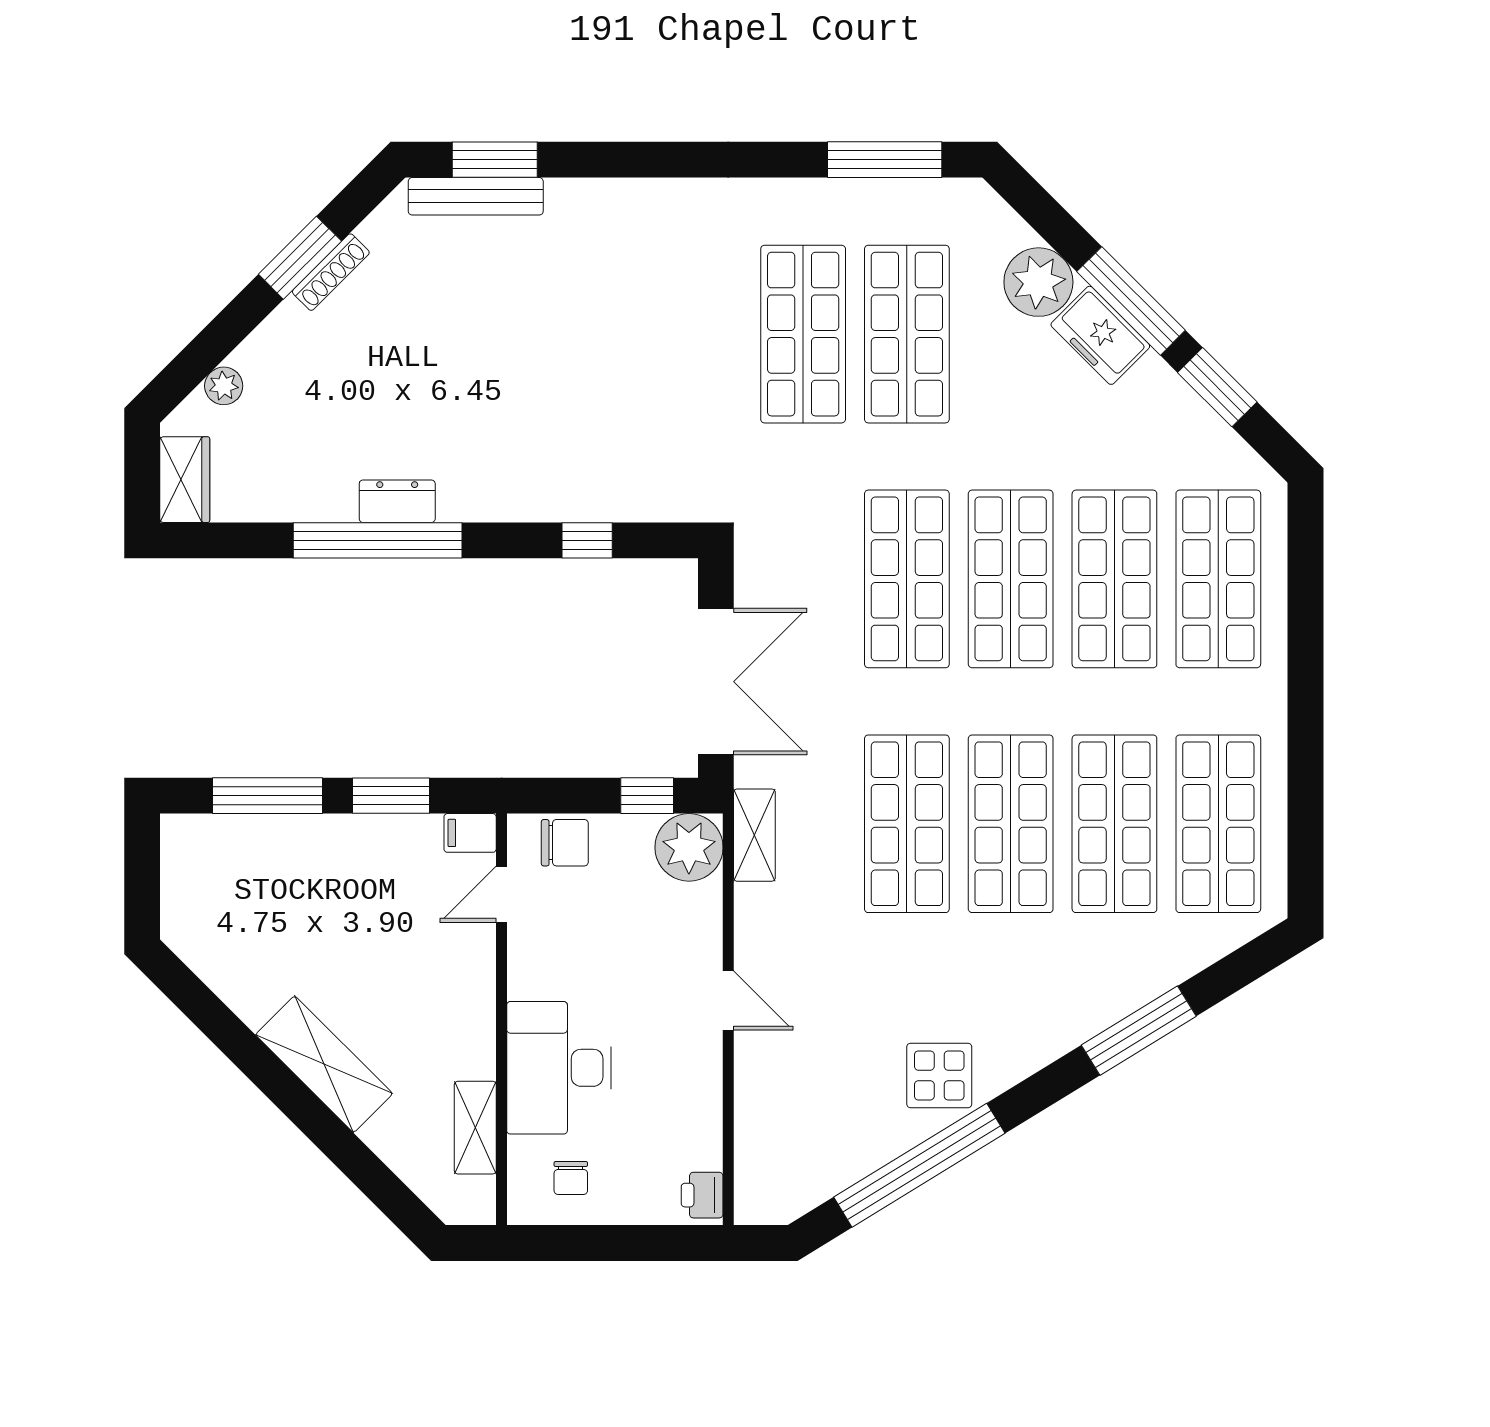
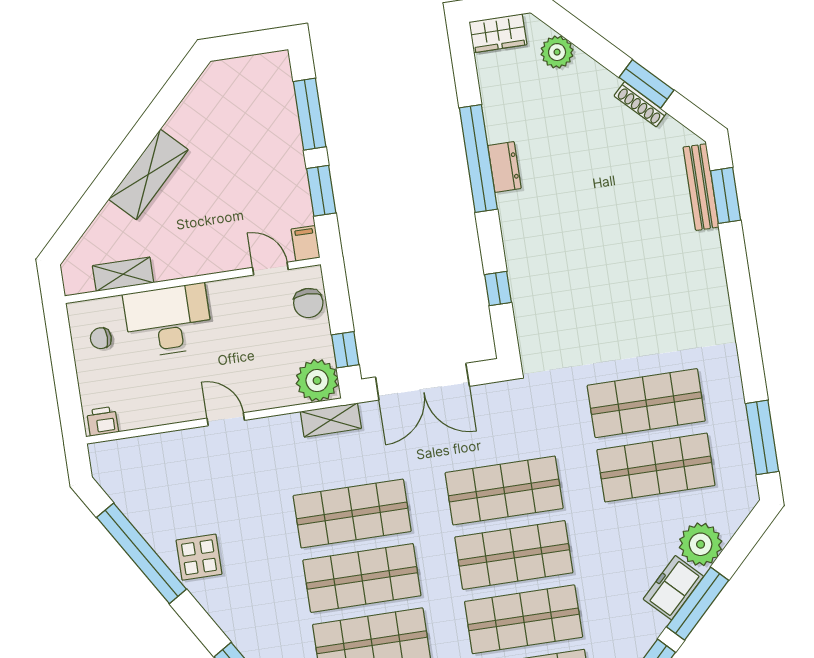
plant: (224, 386) -> (557, 52), width x1.38, depth x1.38
door: (728, 1001) -> (226, 419), swing flipped

